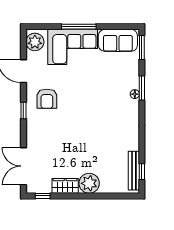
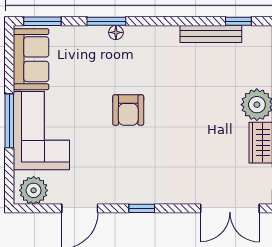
armchair: (47, 99) -> (128, 110), moved, turned 90
bench: (134, 171) -> (211, 34), moved

